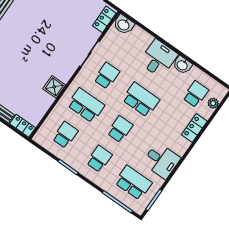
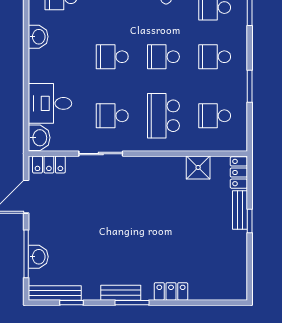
desk: (158, 58) -> (50, 103), moved
shower: (54, 87) -> (198, 167), moved
school desk: (141, 100) -> (112, 57), width x0.54

